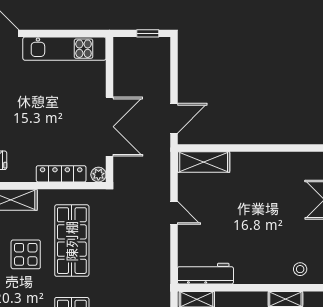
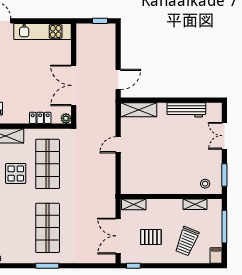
double door: (109, 127) -> (74, 85), swing flipped
locker: (61, 174) -> (40, 118), width x0.66
door: (174, 213) -> (118, 145), swing flipped
workbench: (205, 274) -> (186, 110), moved, turned 180

